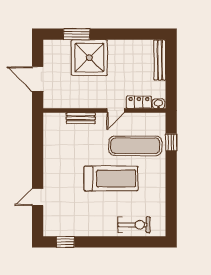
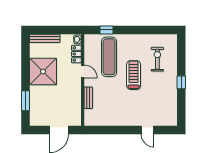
shower: (89, 58) -> (43, 71), moved
treadmill: (111, 178) -> (134, 75), width x0.73, depth x0.73
exercise bike: (134, 225) -> (157, 59), moved
window: (65, 242) -> (181, 82), moved

